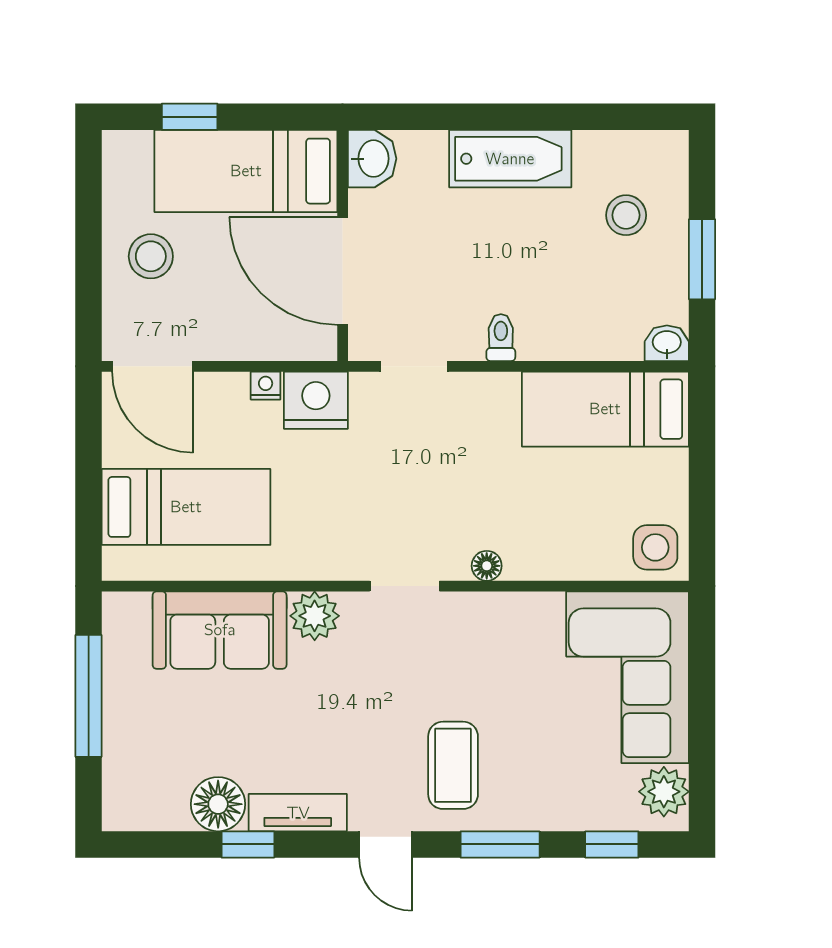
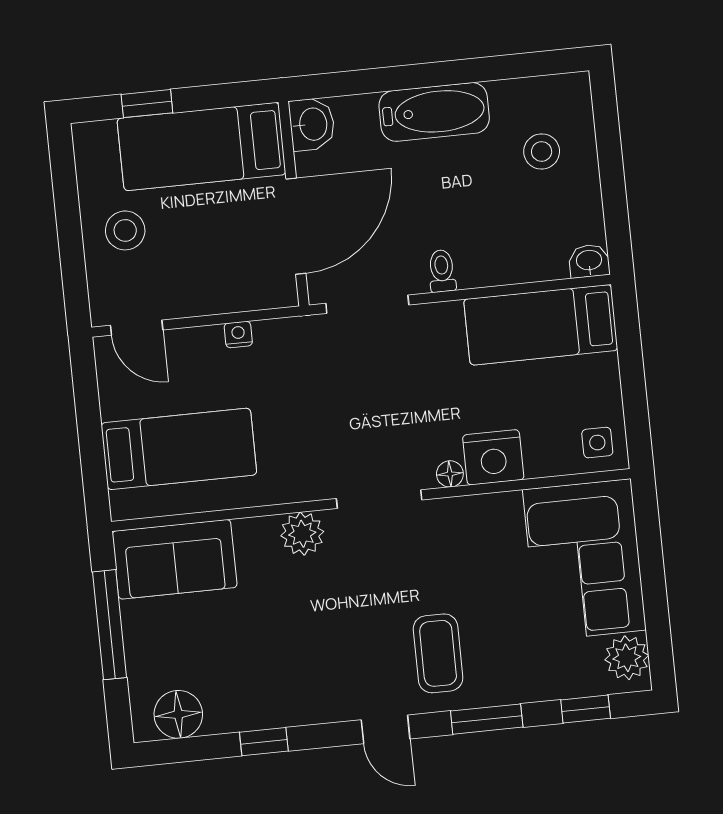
window: (702, 259) -> (613, 184), removed
door: (343, 271) -> (296, 226), swing flipped
door: (153, 366) -> (137, 328), width x0.73
doorway: (414, 366) -> (367, 304), width x1.38
nightstand: (316, 400) -> (493, 457), moved, turned 180
side table: (655, 547) -> (597, 443), width x0.73, depth x0.73
doorway: (405, 586) -> (379, 499), width x1.38
sofa: (220, 630) -> (175, 559), moved
floor lamp: (218, 804) -> (178, 714), moved
tv unit: (298, 813) -> (305, 709), removed

